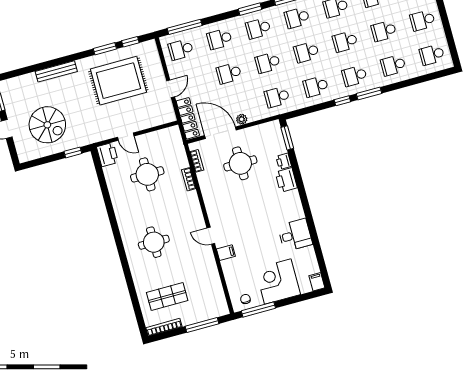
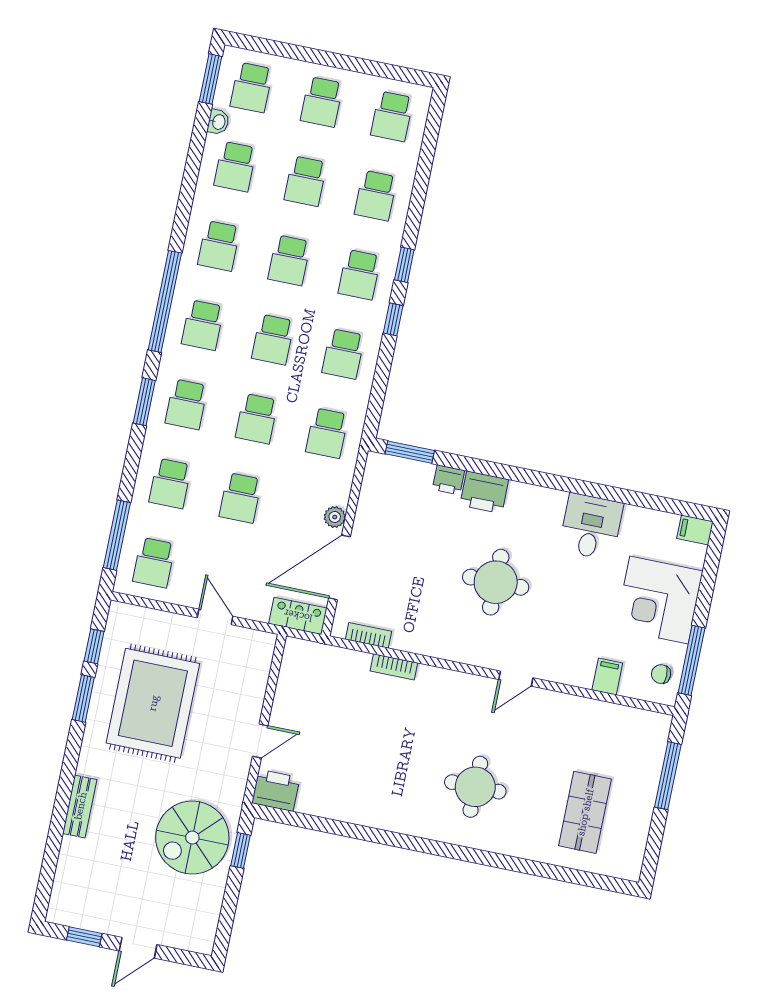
bench: (56, 71) -> (80, 806), width x0.73
window: (369, 93) -> (404, 265), width x0.67
locker: (188, 118) -> (298, 616), width x0.66
spiral stairs: (47, 125) -> (192, 838), moved, turned 180
round table: (240, 163) -> (496, 582), moved
round table: (147, 174) -> (348, 737), removed
filing cabinet: (226, 253) -> (607, 677), moved
bookcase: (164, 327) -> (637, 846), removed

